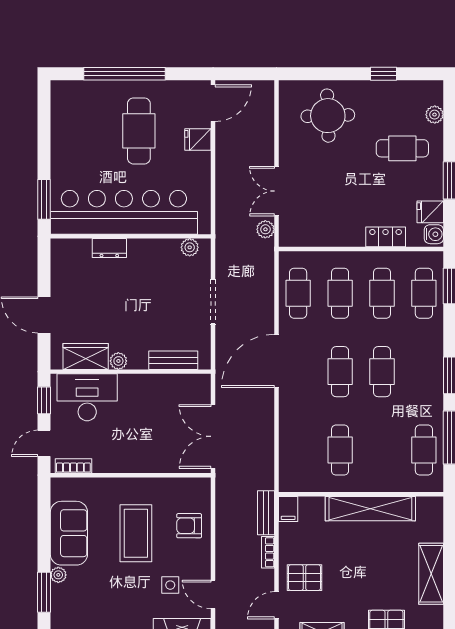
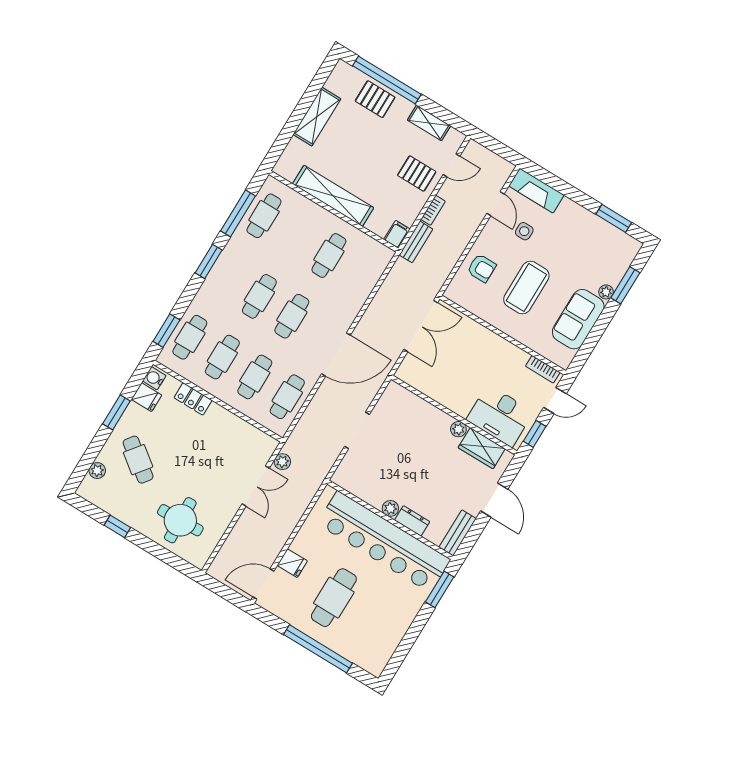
cafe table: (402, 148) -> (138, 460), turned 37
plant: (190, 247) -> (390, 508), moved
bench: (173, 360) -> (458, 533), moved, turned 90

